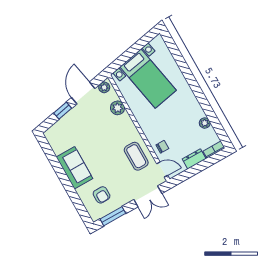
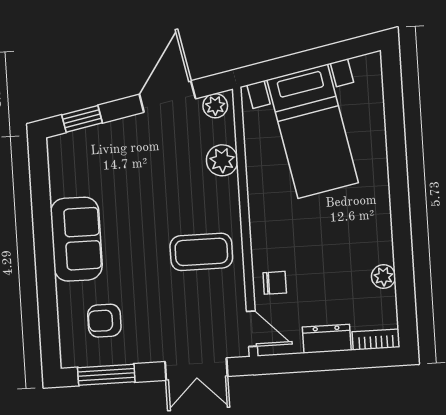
window: (63, 111) -> (82, 119), moved
coffee table: (136, 156) -> (201, 252), moved, turned 90
armchair: (102, 195) -> (104, 321), turned 90

